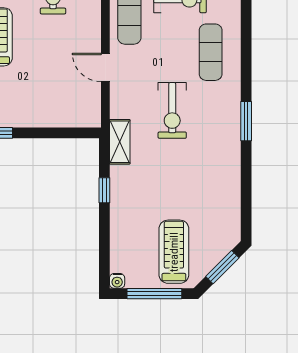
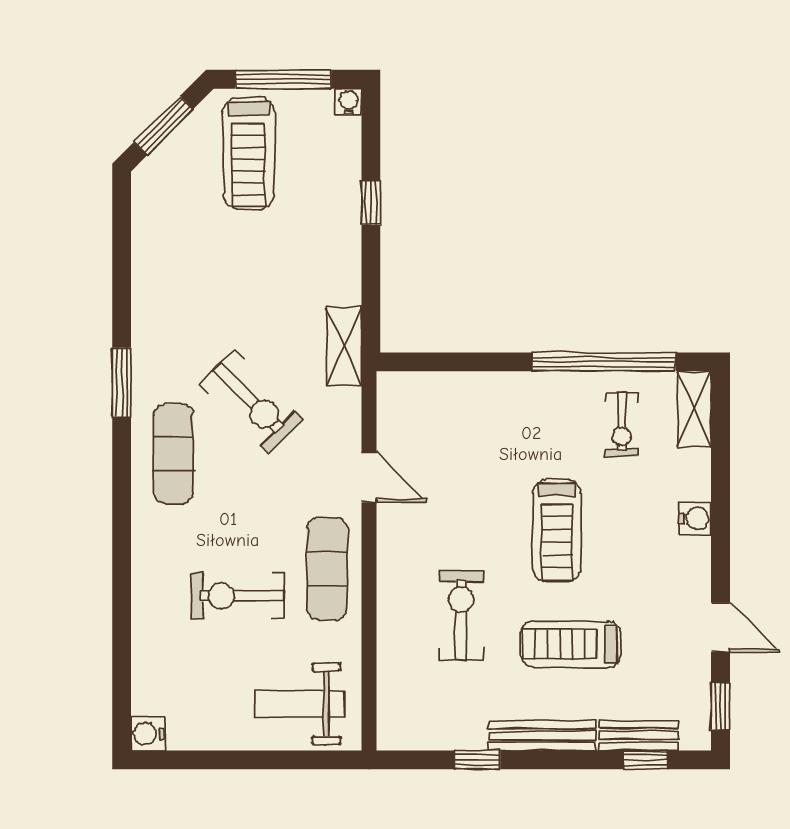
exercise mat: (211, 52) -> (173, 454), moved
exercise bike: (172, 110) -> (252, 401), turned 135
window: (104, 190) -> (371, 202), moved

